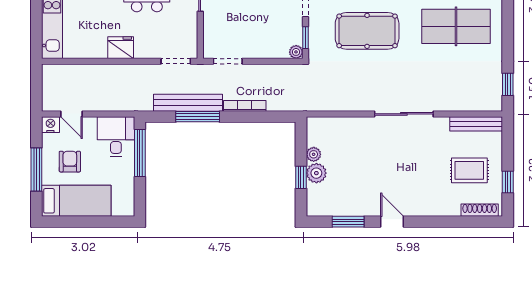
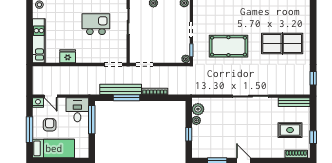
fridge: (121, 48) -> (68, 56), moved
plant: (316, 173) -> (198, 109), moved

